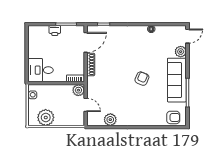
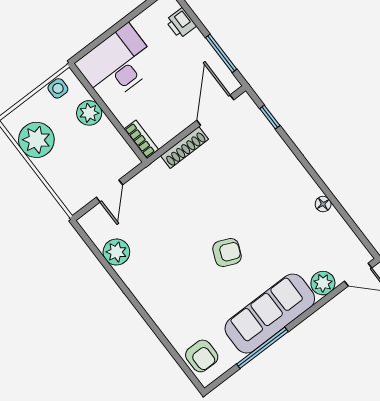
printer: (55, 30) -> (181, 23), moved
door: (86, 42) -> (215, 110), swing flipped
desk: (40, 70) -> (117, 64), width x1.37
plant: (78, 90) -> (89, 113), moved

